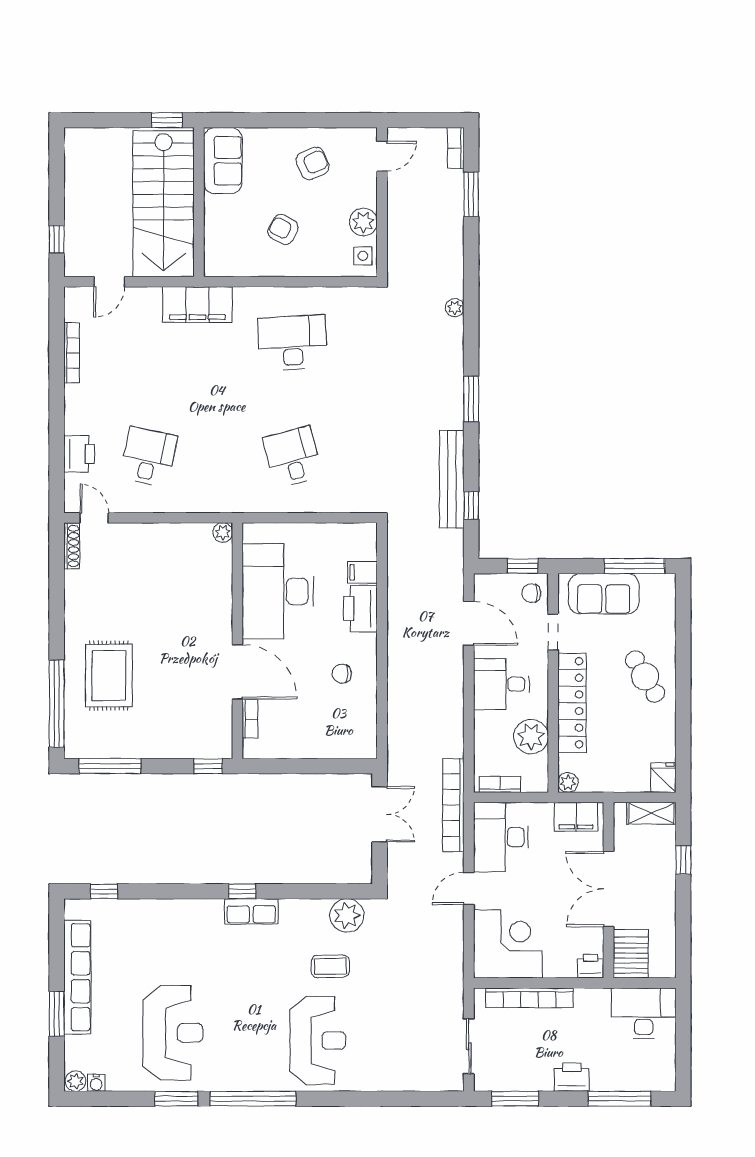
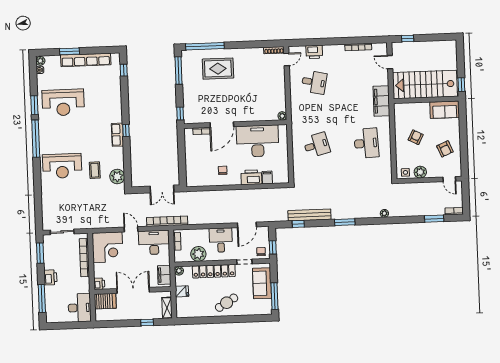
fridge: (663, 778) -> (182, 291), moved

